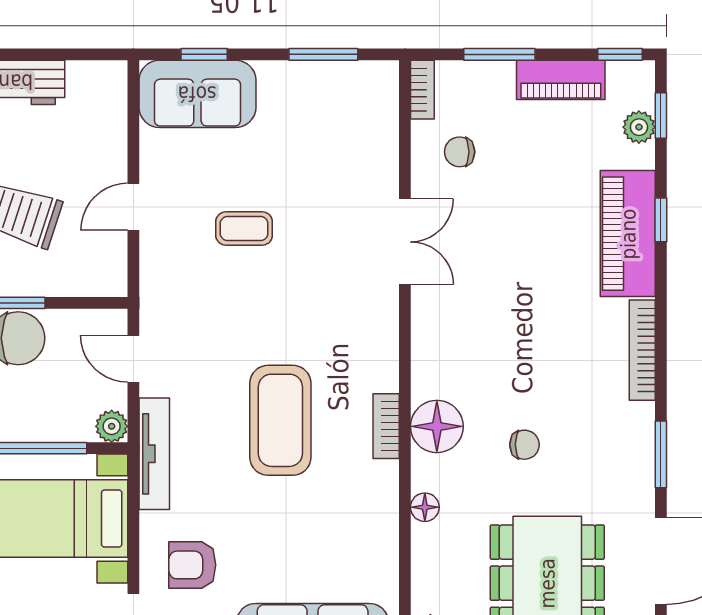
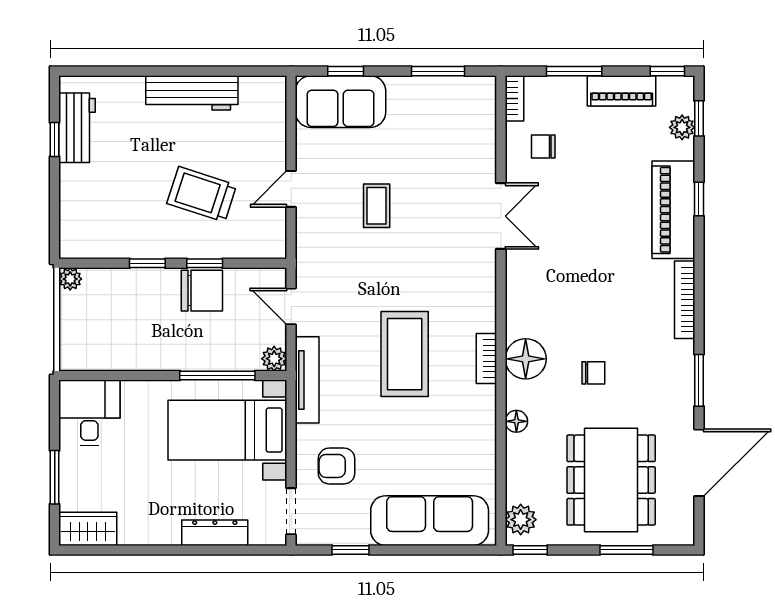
coffee table: (244, 229) -> (377, 206), turned 90

